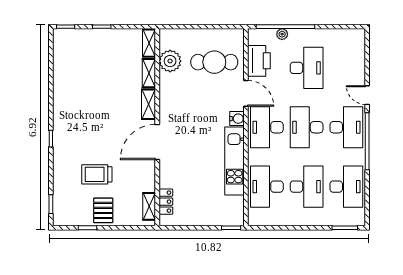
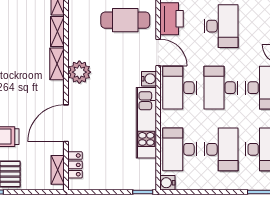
plant: (170, 61) -> (79, 72), moved
door: (157, 142) -> (66, 123), moved
water cooler: (255, 219) -> (167, 183), added

